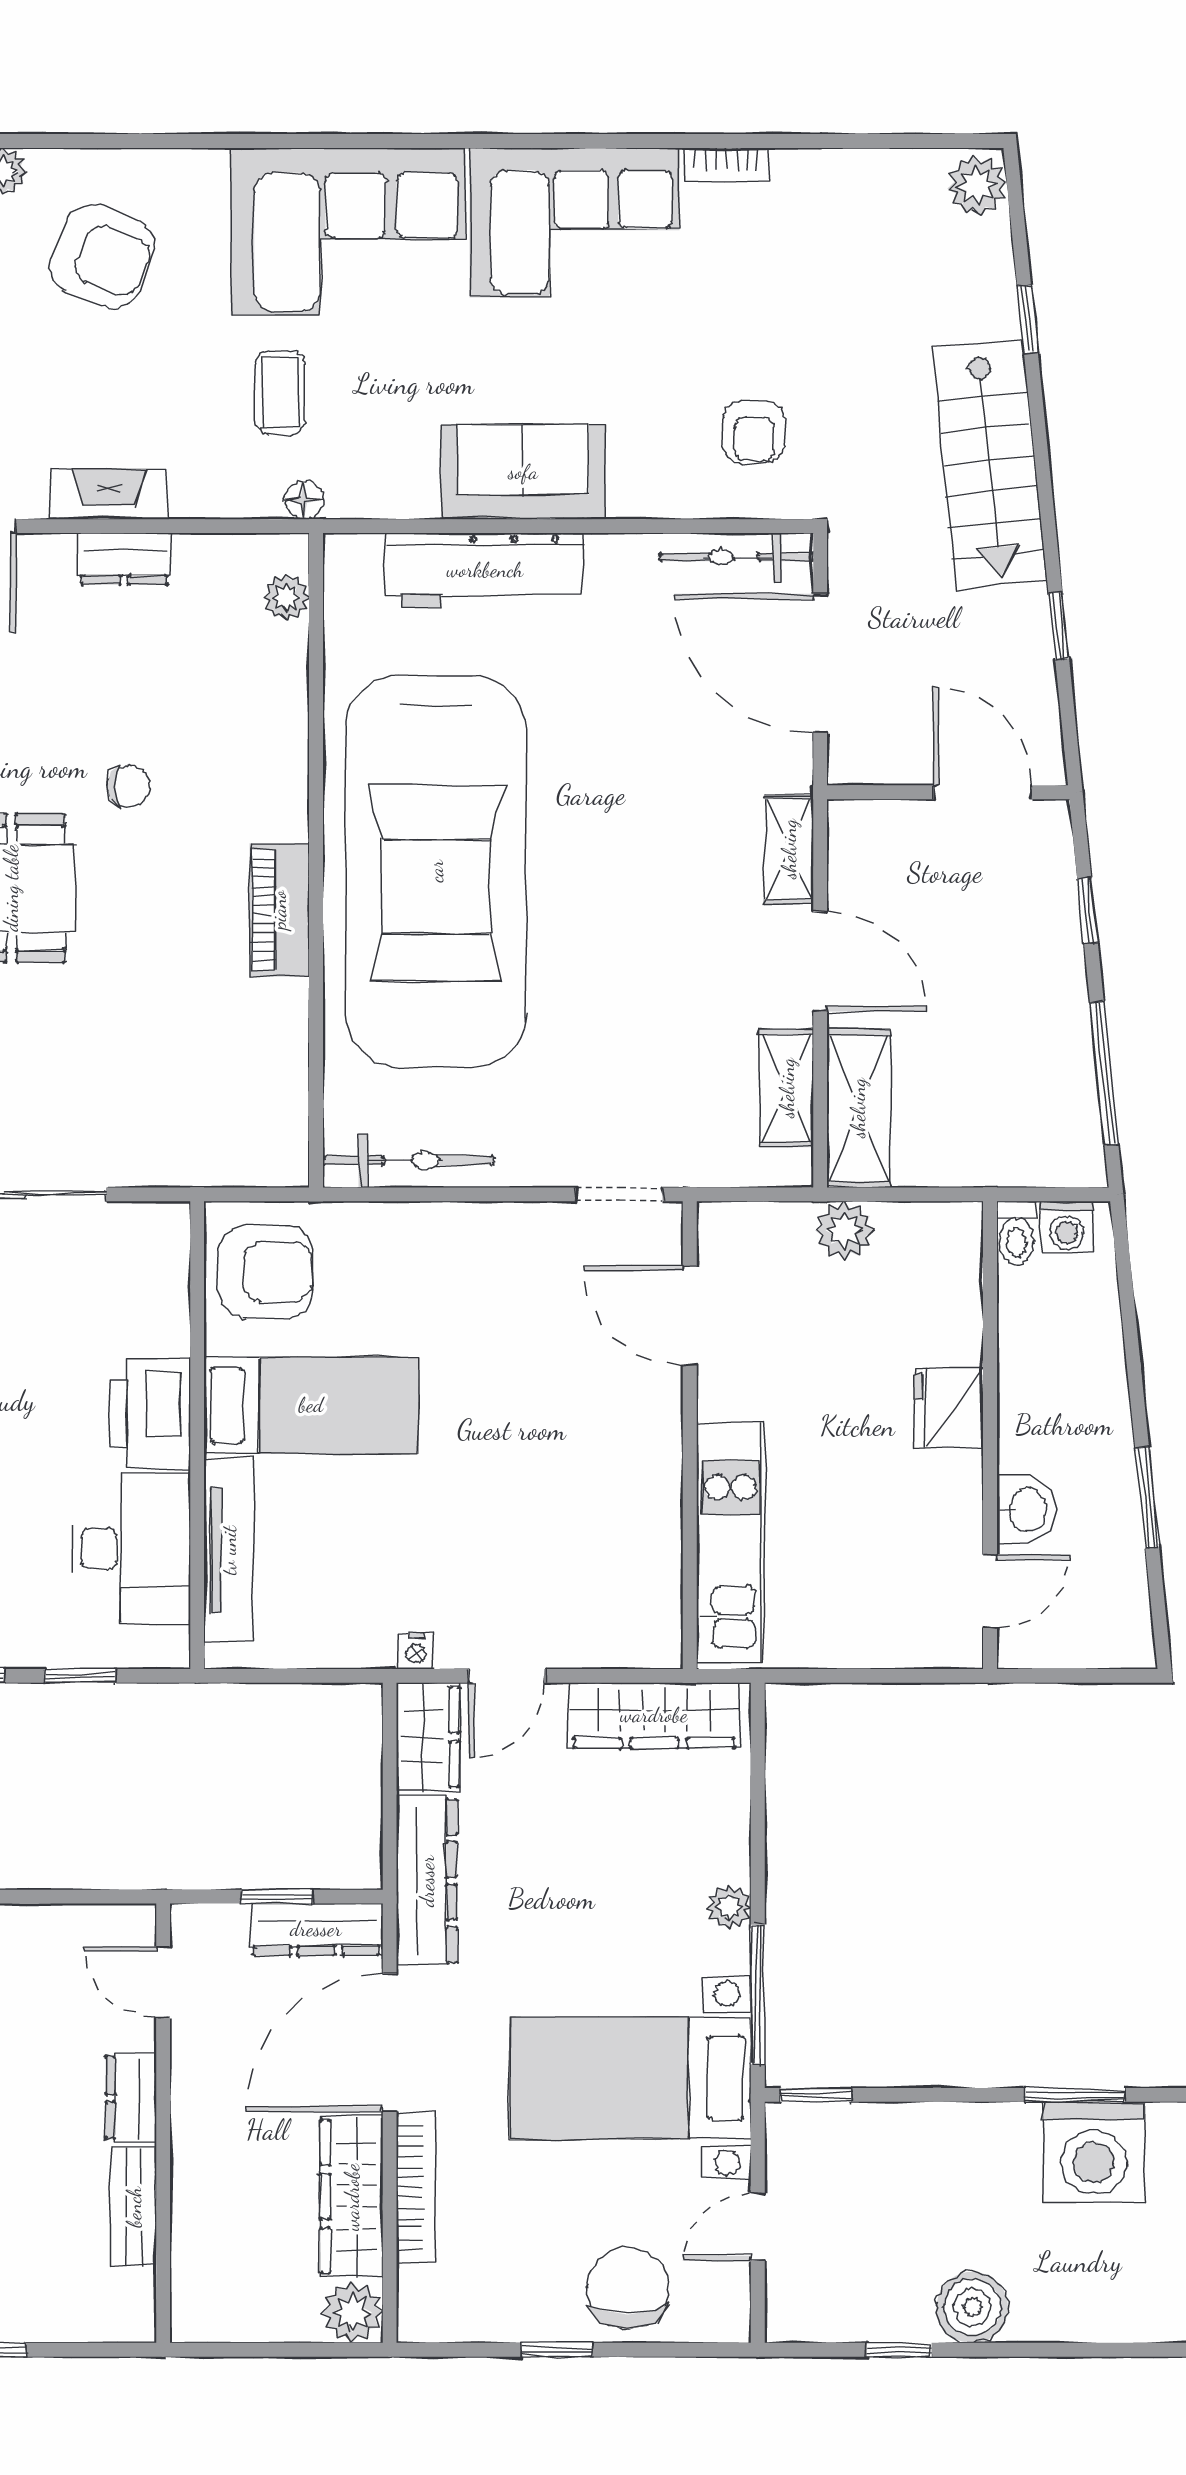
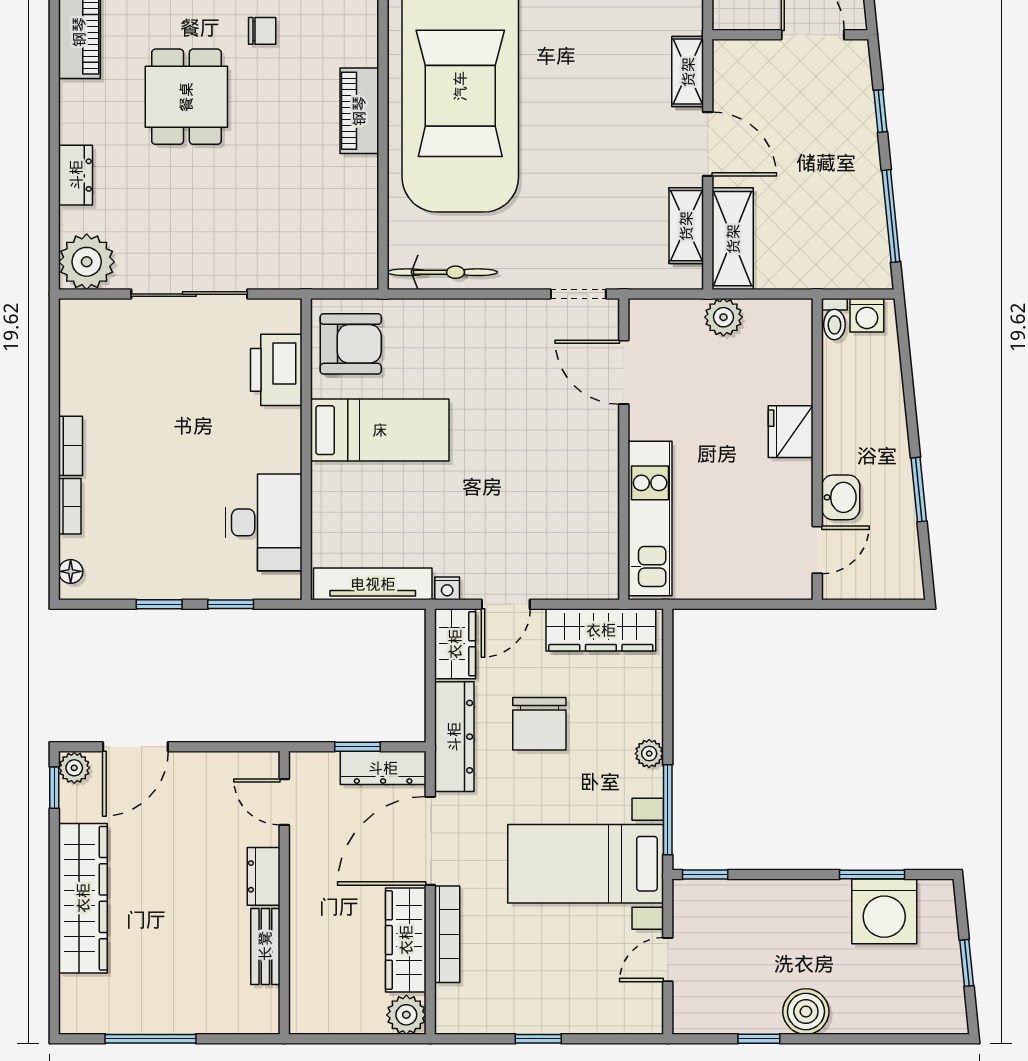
printer: (151, 1414) -> (276, 370), moved
tv unit: (229, 1550) -> (373, 584), moved, turned -90
chair: (628, 2288) -> (539, 724), moved, turned 180

